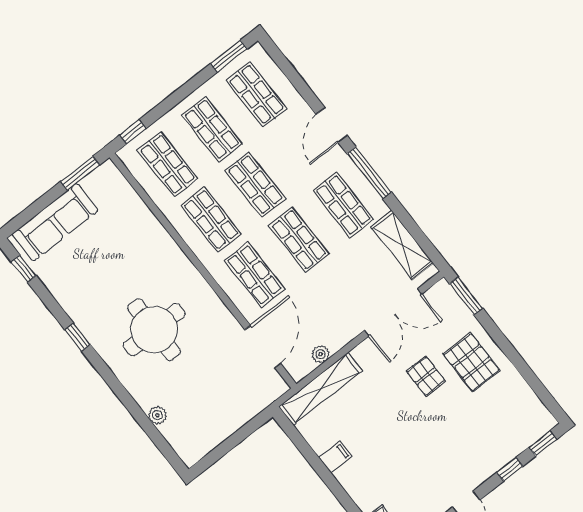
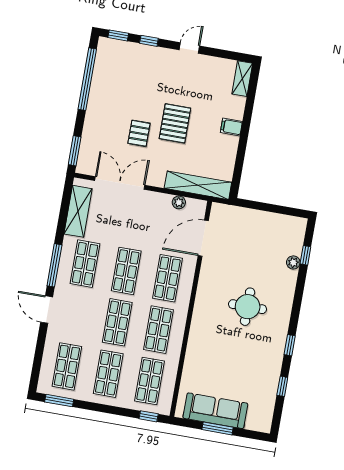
door: (332, 125) -> (47, 310), swing flipped
window: (80, 173) -> (218, 428), moved
sofa: (55, 222) -> (215, 411), moved
window: (24, 269) -> (282, 386), moved
round table: (154, 330) -> (248, 307), width x0.73, depth x0.73
pallet: (472, 362) -> (175, 123), moved
window: (527, 373) -> (87, 79), added
window: (154, 434) -> (305, 255), added
filing cabinet: (335, 457) -> (231, 127), moved

